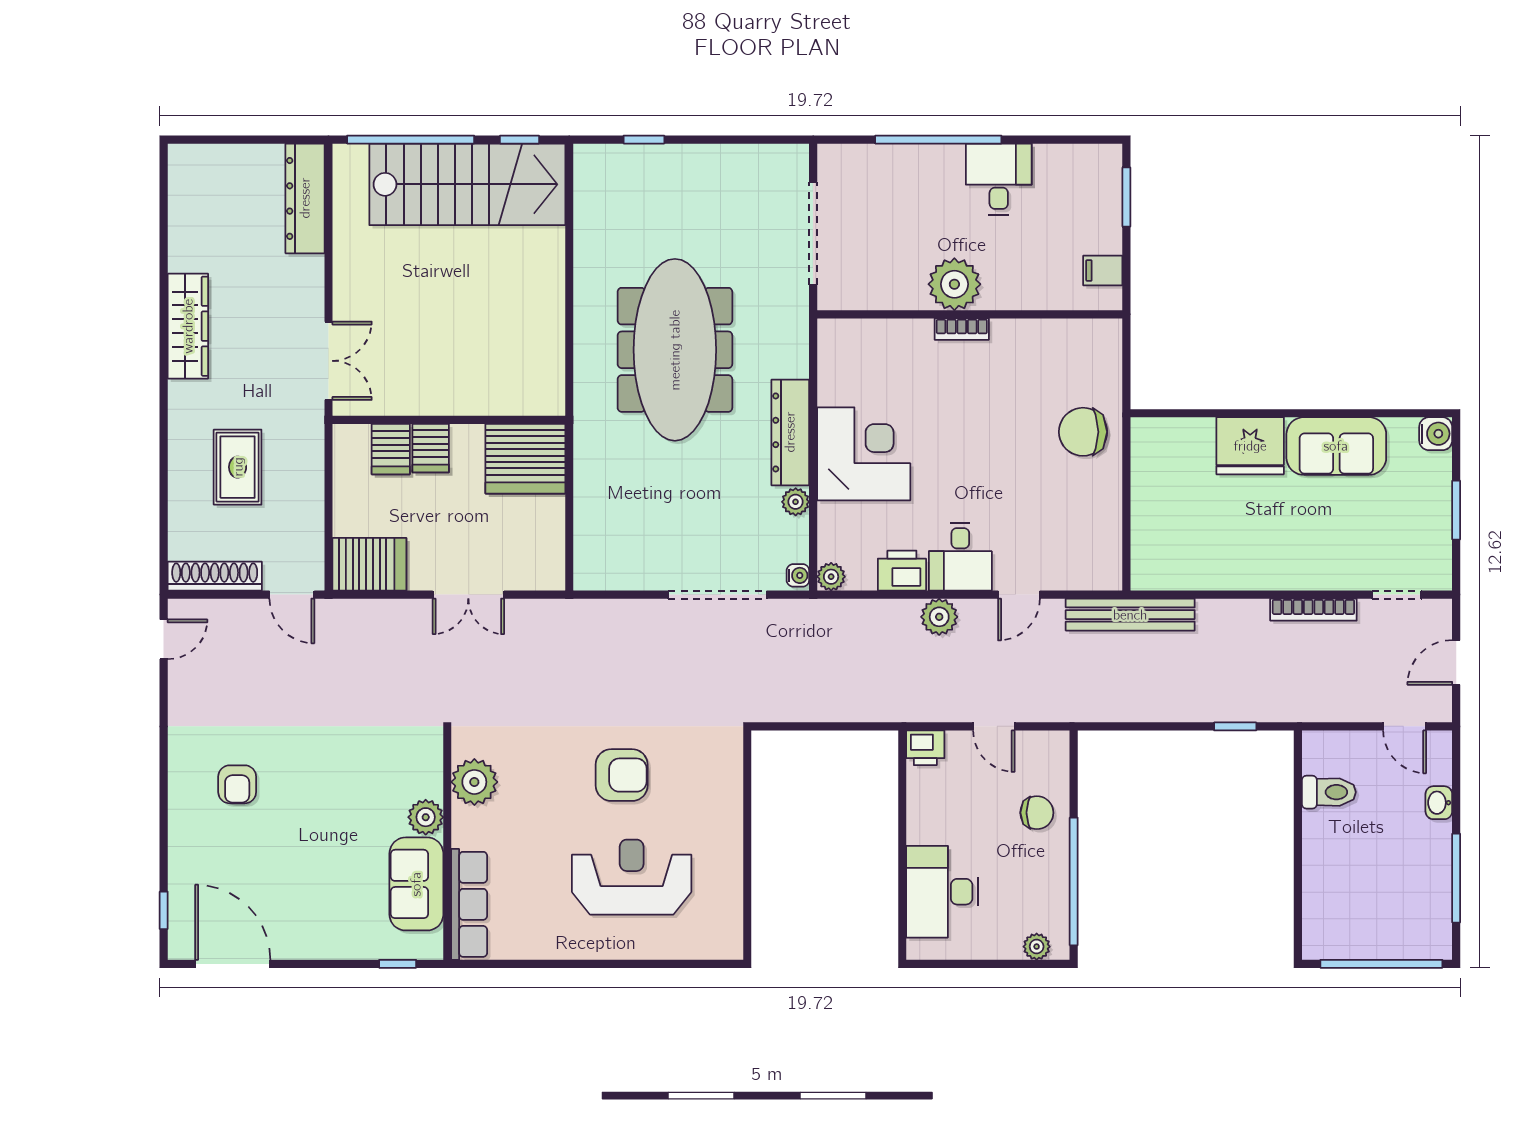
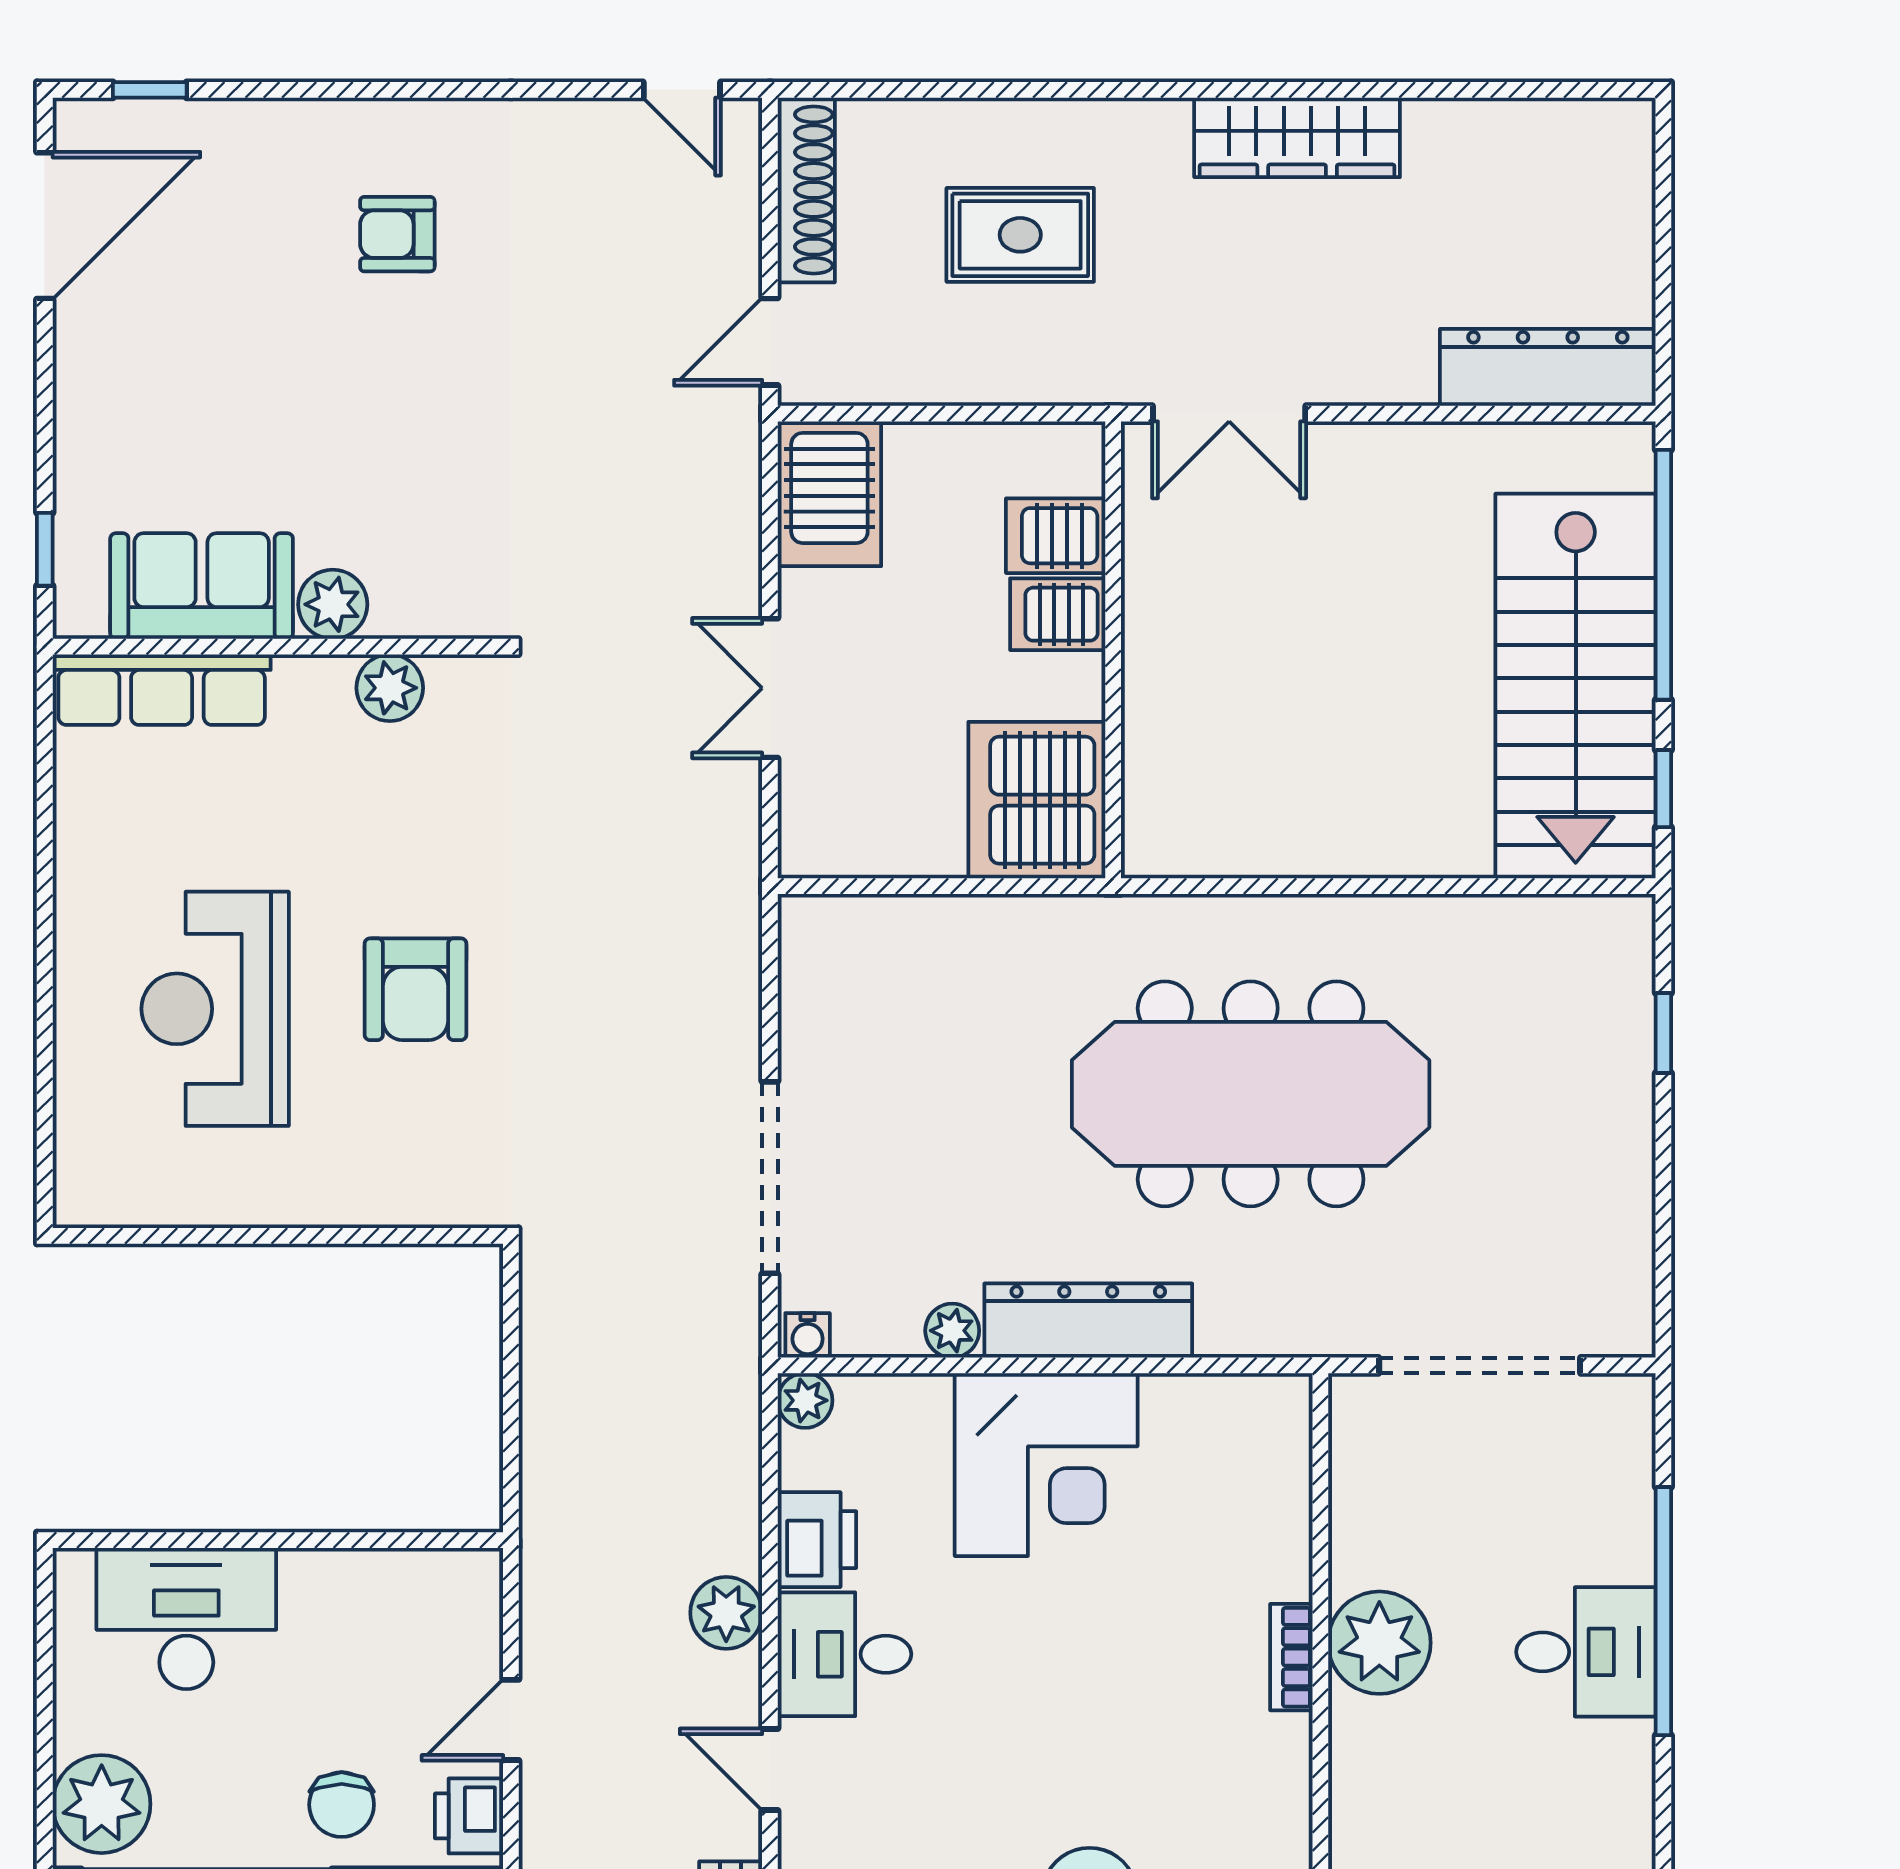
desk: (999, 179) -> (1586, 1652), moved
printer: (925, 748) -> (469, 1816), moved
plant: (474, 782) -> (390, 688), width x0.73, depth x0.73
reception desk: (632, 877) -> (215, 1009), turned 180
plant: (1037, 947) -> (102, 1804), width x1.88, depth x1.88

